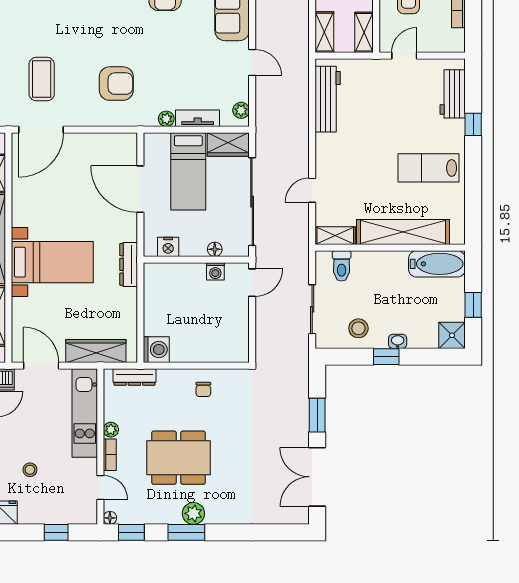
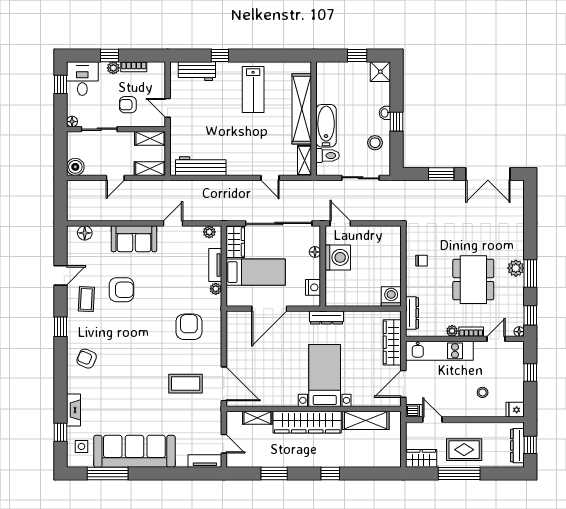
bathtub: (437, 264) -> (326, 126), moved
washing machine: (215, 271) -> (338, 257), width x1.89, depth x1.89

